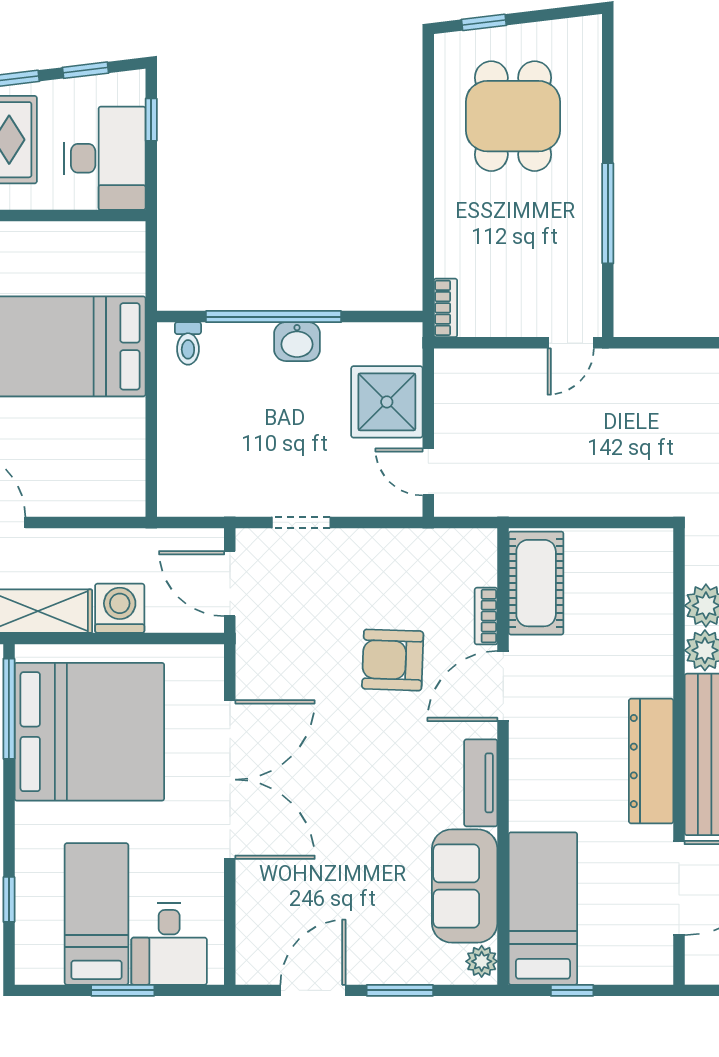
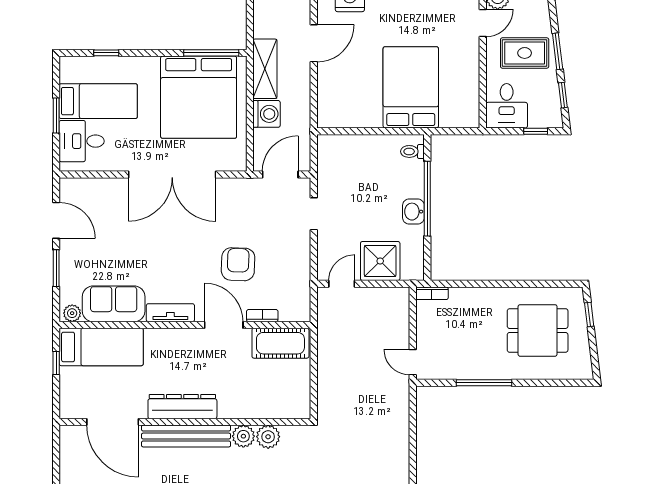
desk: (105, 158) -> (507, 106), width x0.73

